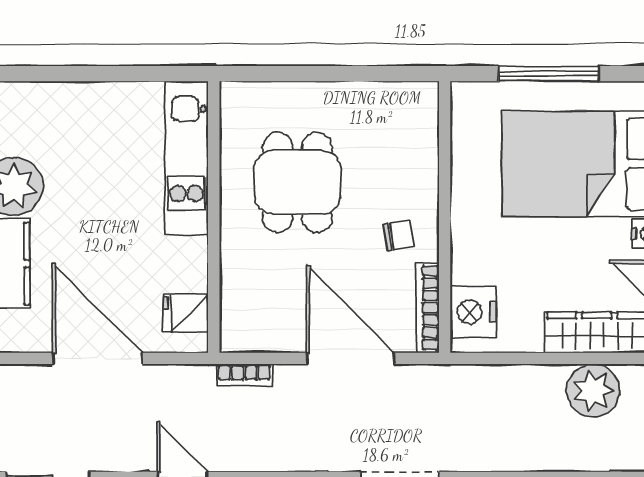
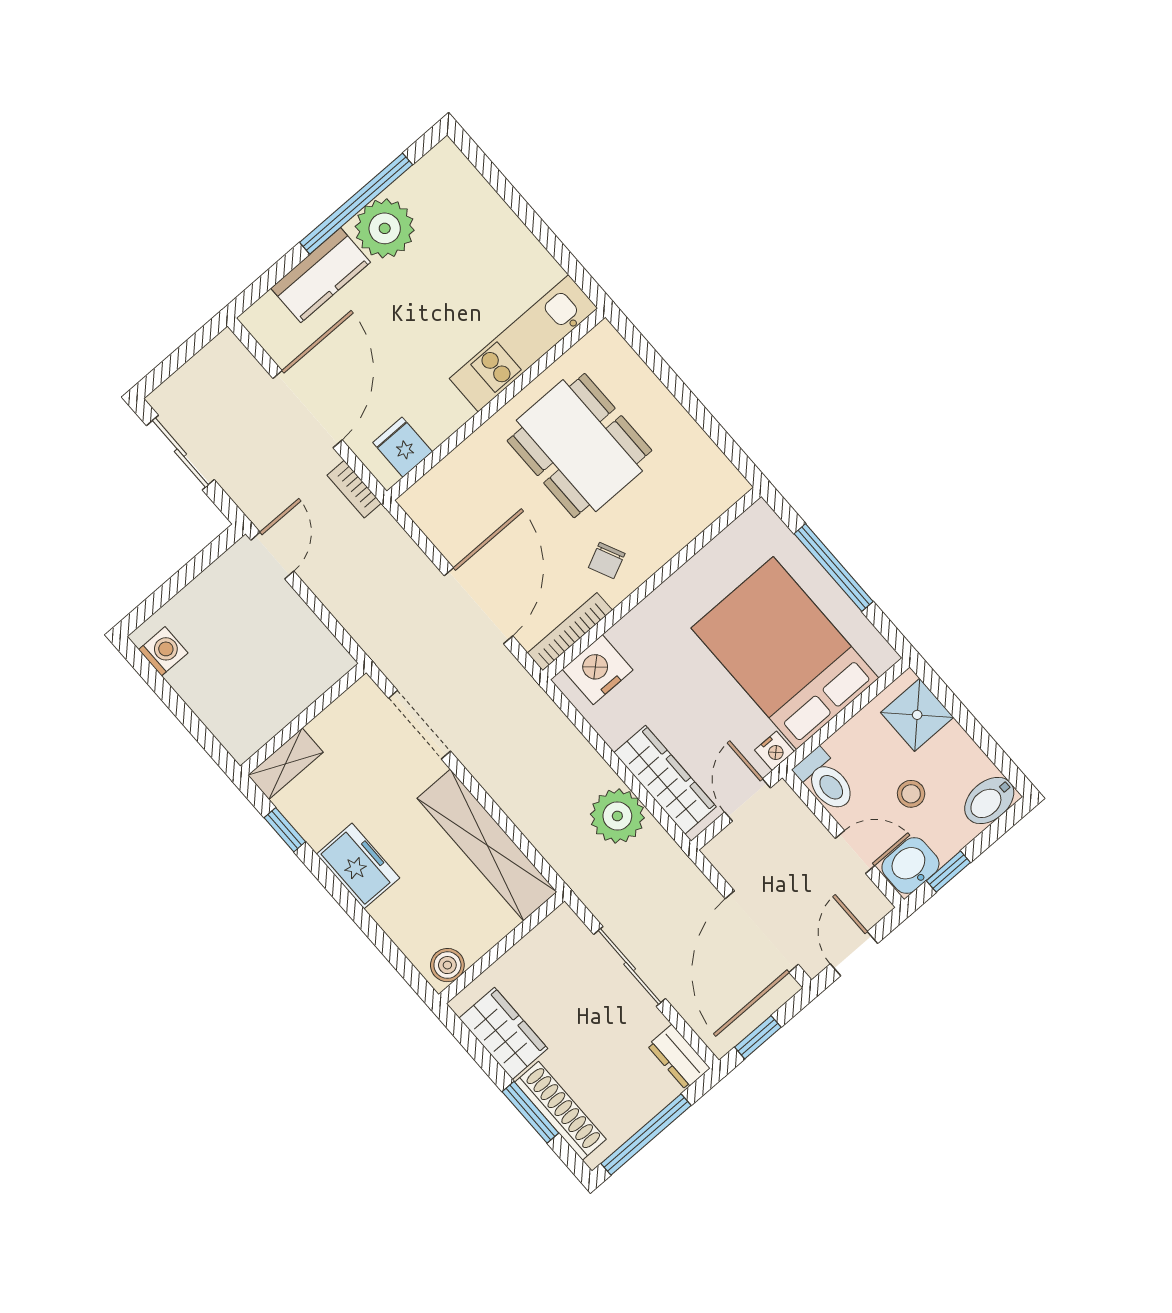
dining table: (297, 182) -> (579, 446), width x1.38
chair: (399, 236) -> (607, 560), turned 74
bookcase: (244, 375) -> (354, 489), moved

